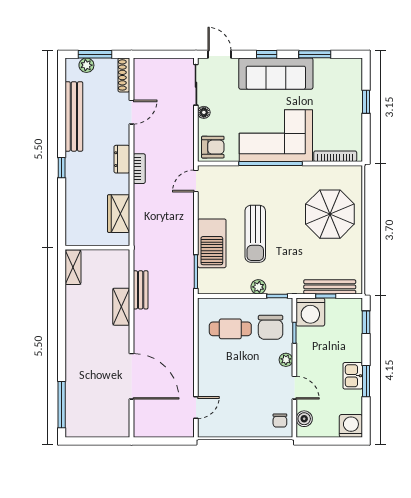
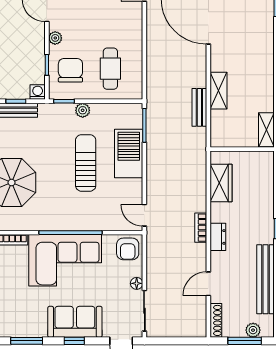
sofa: (276, 74) -> (75, 322), width x0.73
armchair: (213, 147) -> (128, 249), turned -90
door: (196, 181) -> (144, 215), swing flipped
washing machine: (310, 312) -> (38, 92), width x0.53, depth x0.53
cafe table: (230, 329) -> (110, 69), turned 90

